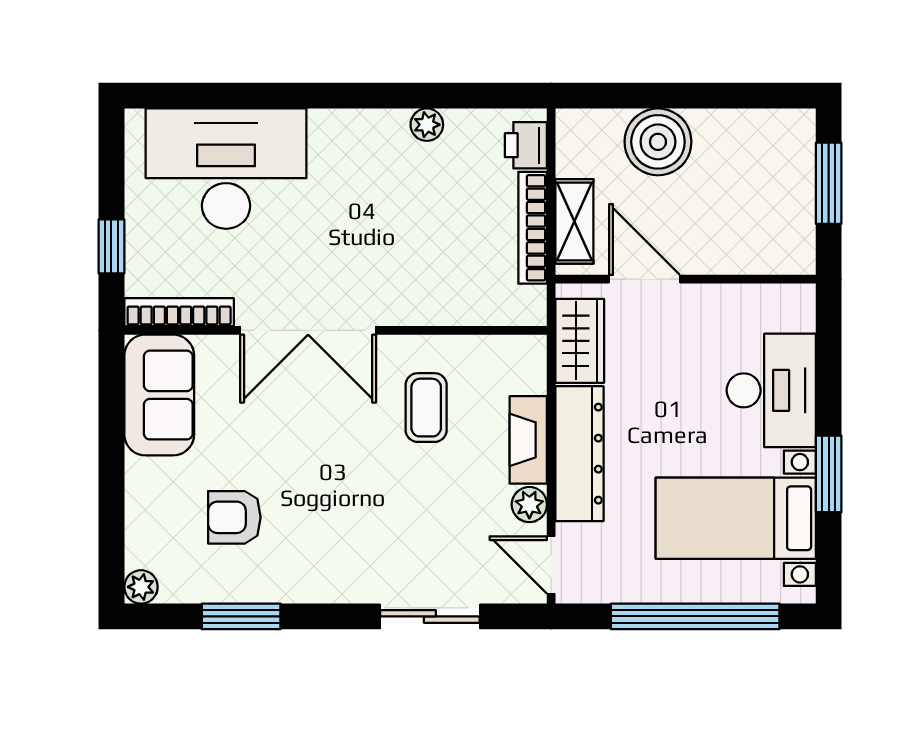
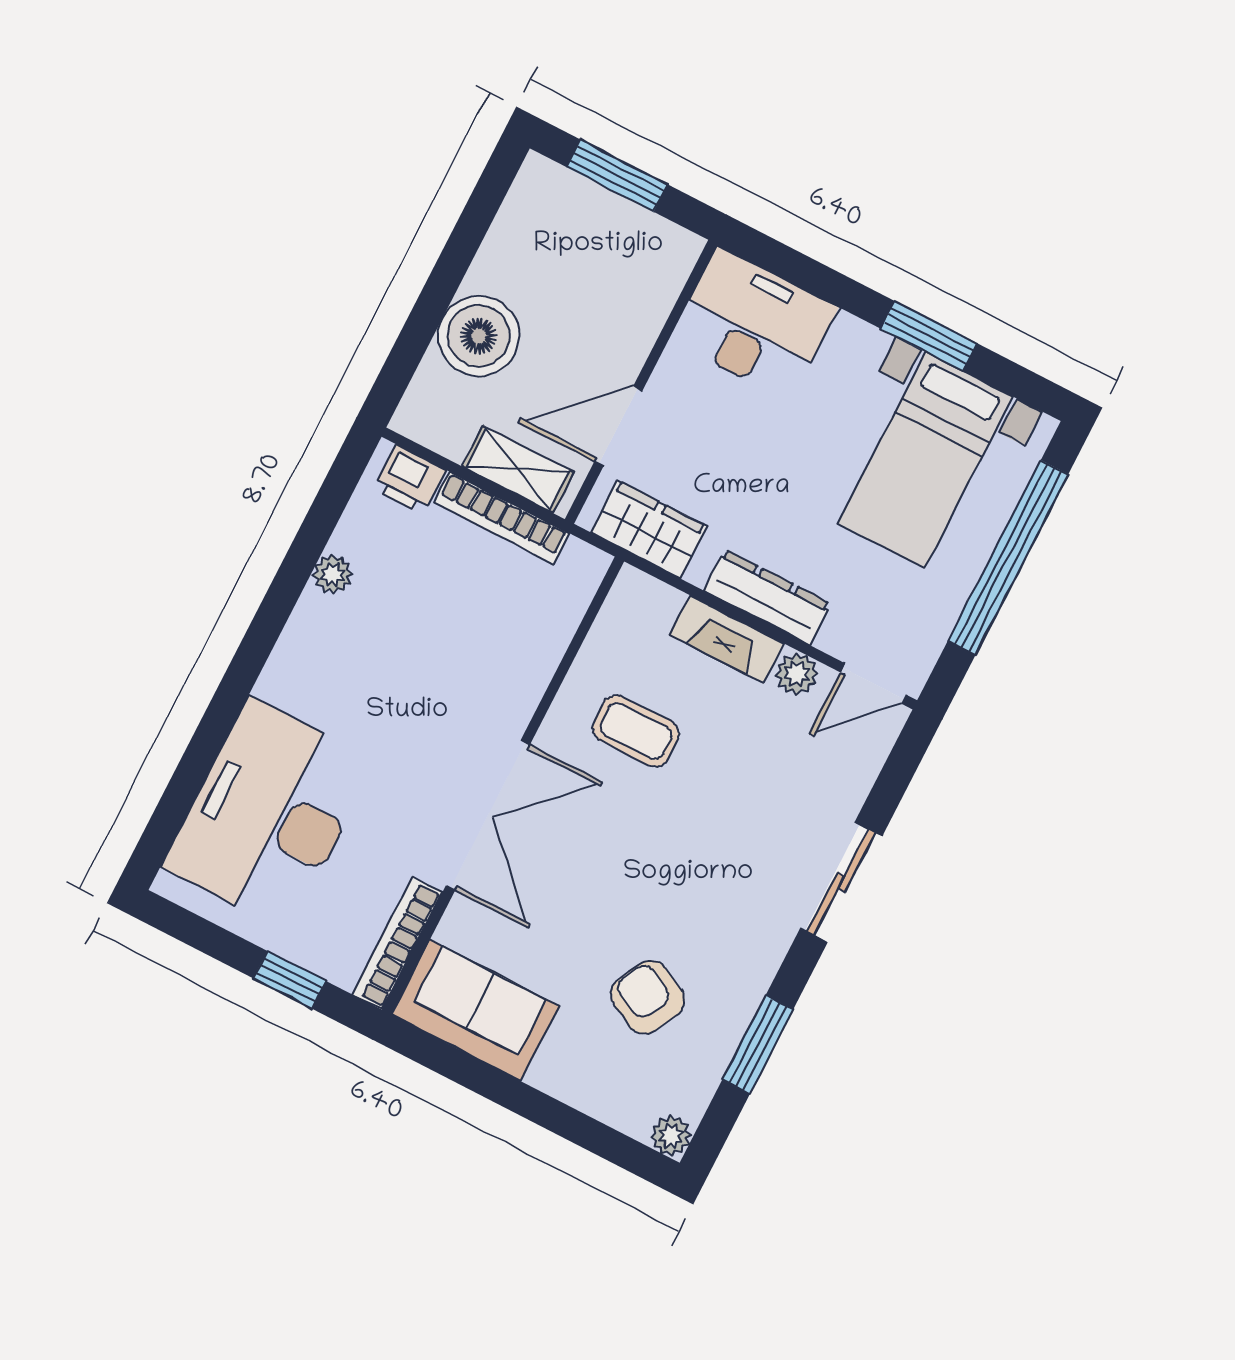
desk: (771, 390) -> (754, 324), moved
dresser: (580, 454) -> (767, 597), width x0.73, depth x0.80
armchair: (234, 517) -> (648, 997), turned 117
sliding door: (430, 616) -> (841, 882), moved

